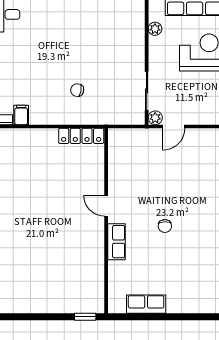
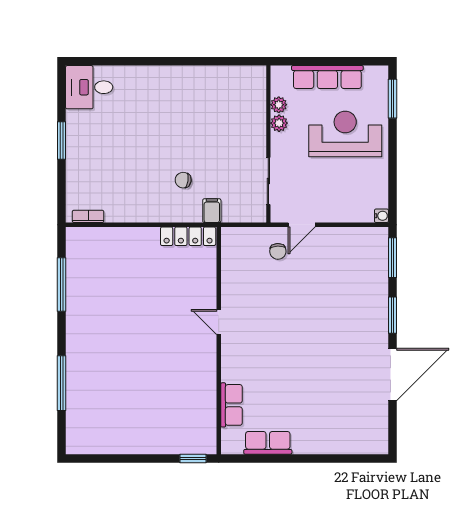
filing cabinet: (21, 115) -> (212, 211), moved
plant: (155, 118) -> (279, 123), moved
chair: (165, 226) -> (278, 251), moved
row of seats: (116, 242) -> (231, 405), moved

